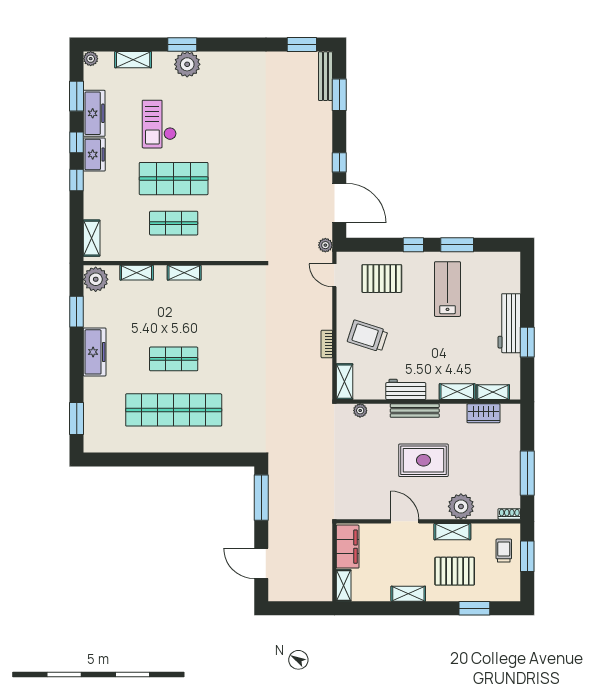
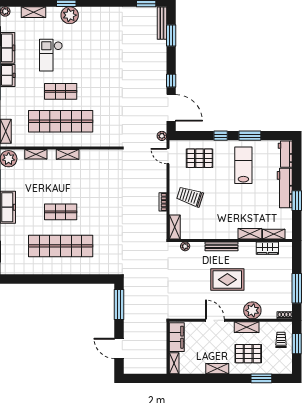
shop shelf: (174, 179) -> (61, 91), width x0.70, depth x0.74
shop shelf: (174, 223) -> (61, 121), width x2.00, depth x1.36
workbench: (406, 389) -> (285, 154), moved, turned -90

